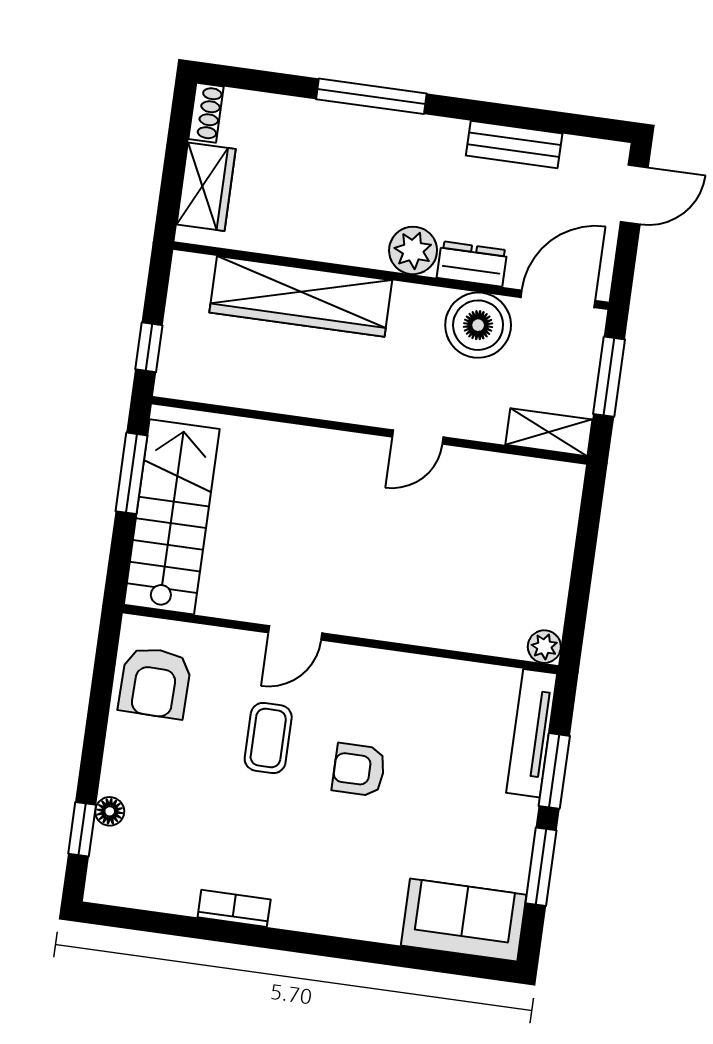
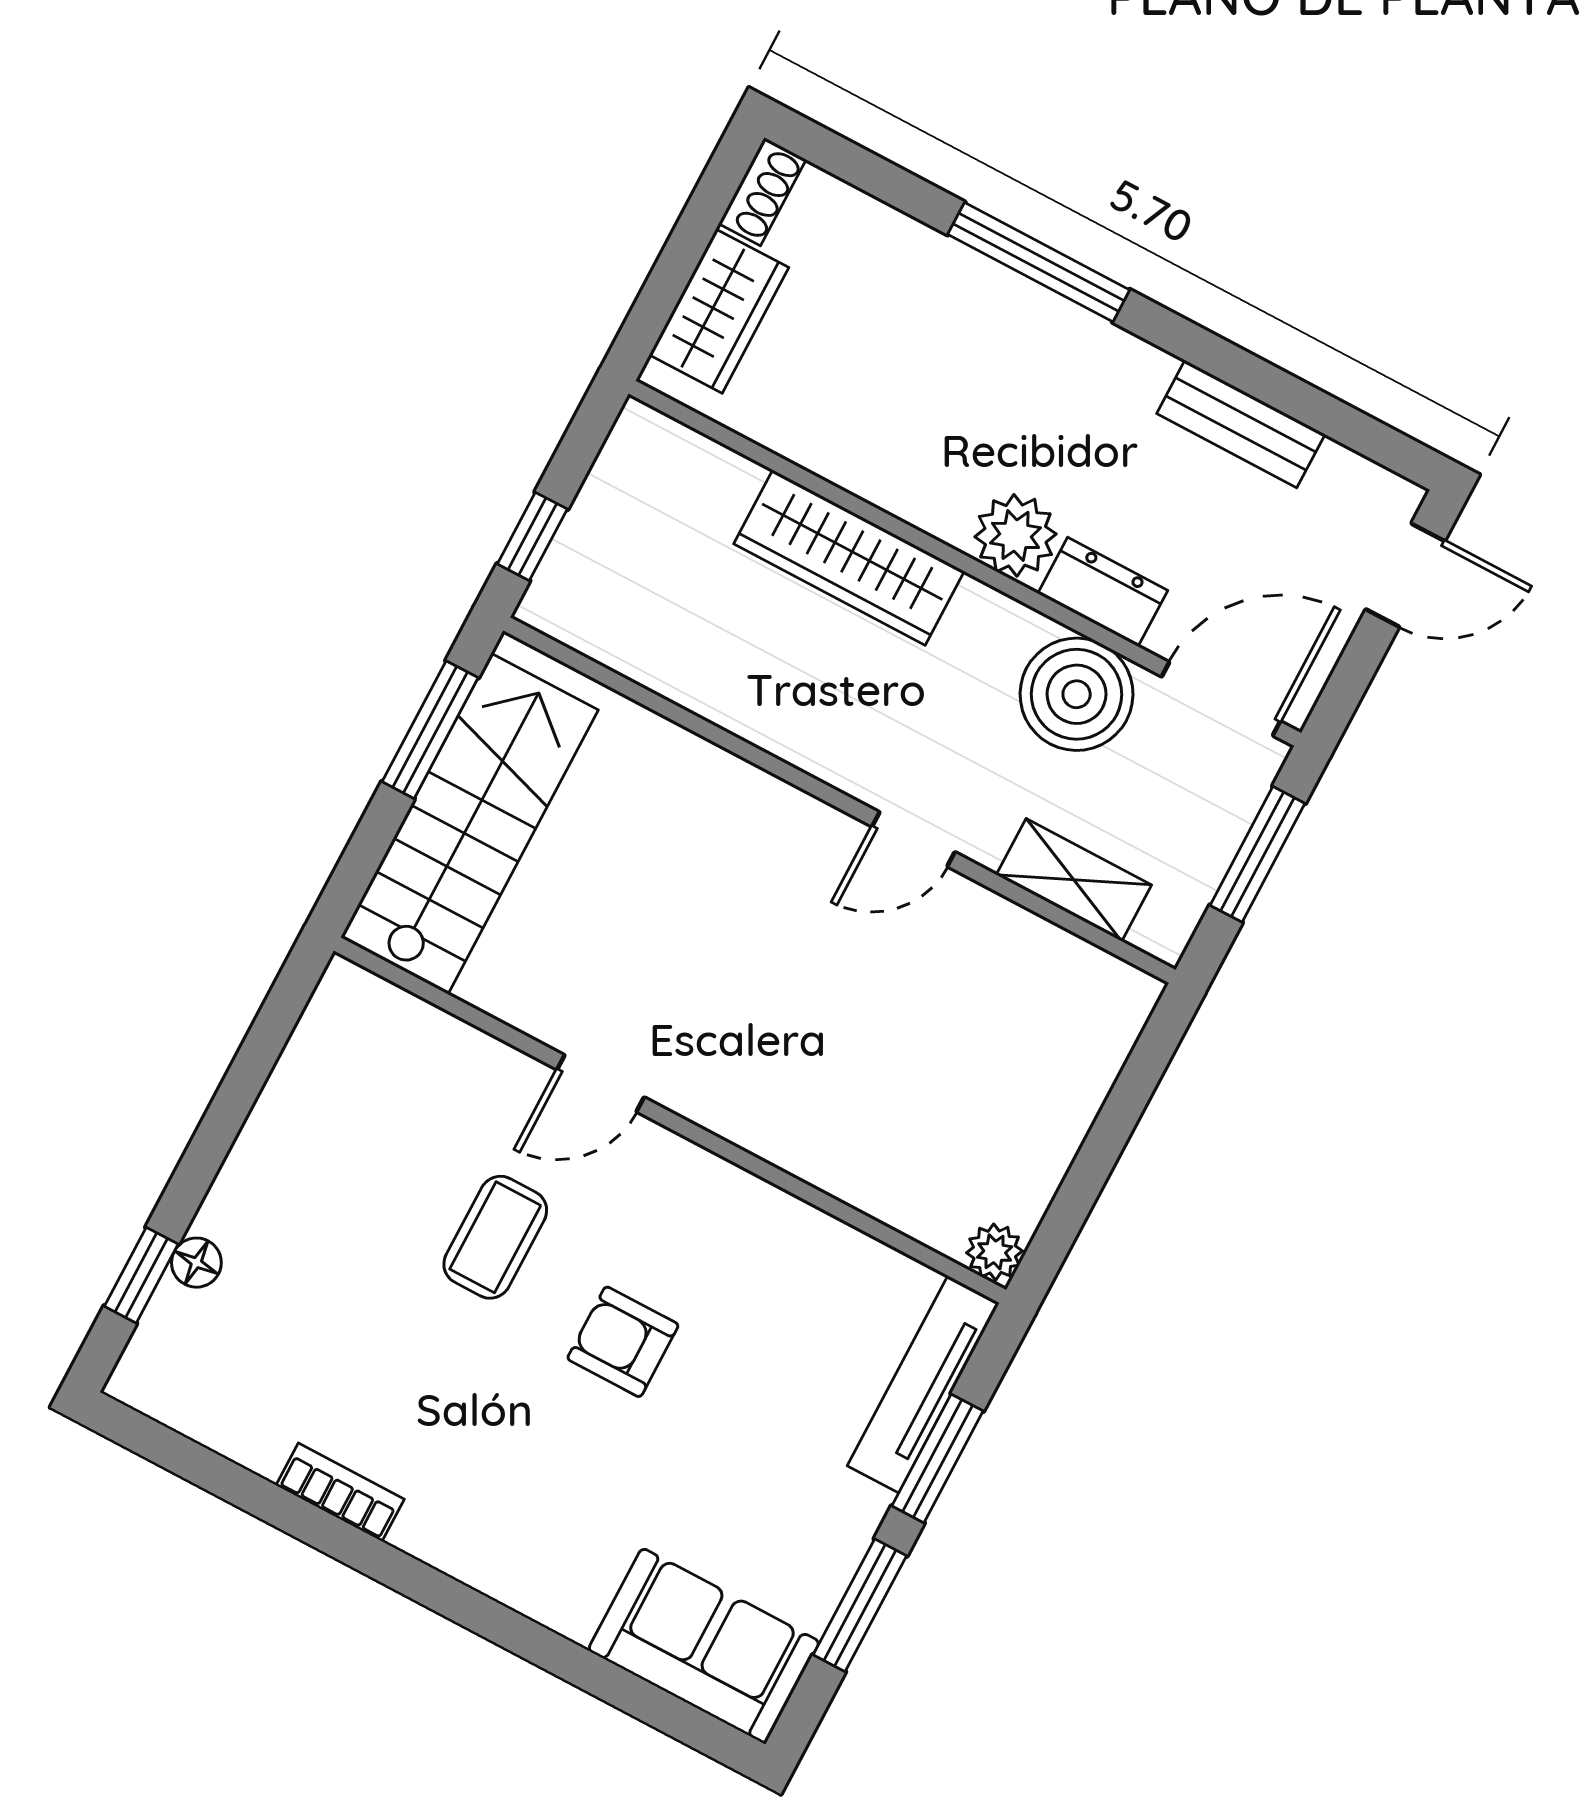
wardrobe: (301, 296) -> (849, 558), width x0.71, depth x0.85
shelving: (549, 432) -> (1074, 880), moved
armchair: (155, 683) -> (345, 1081), removed

